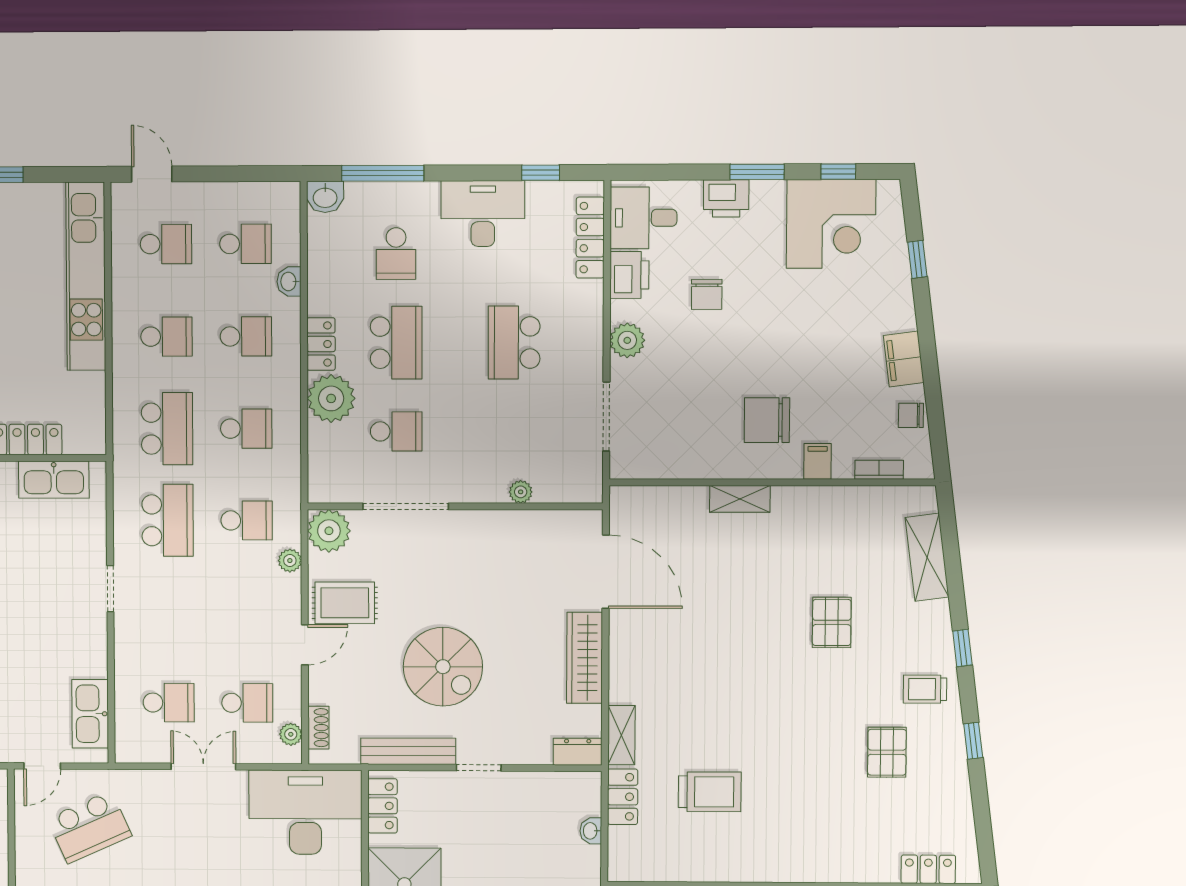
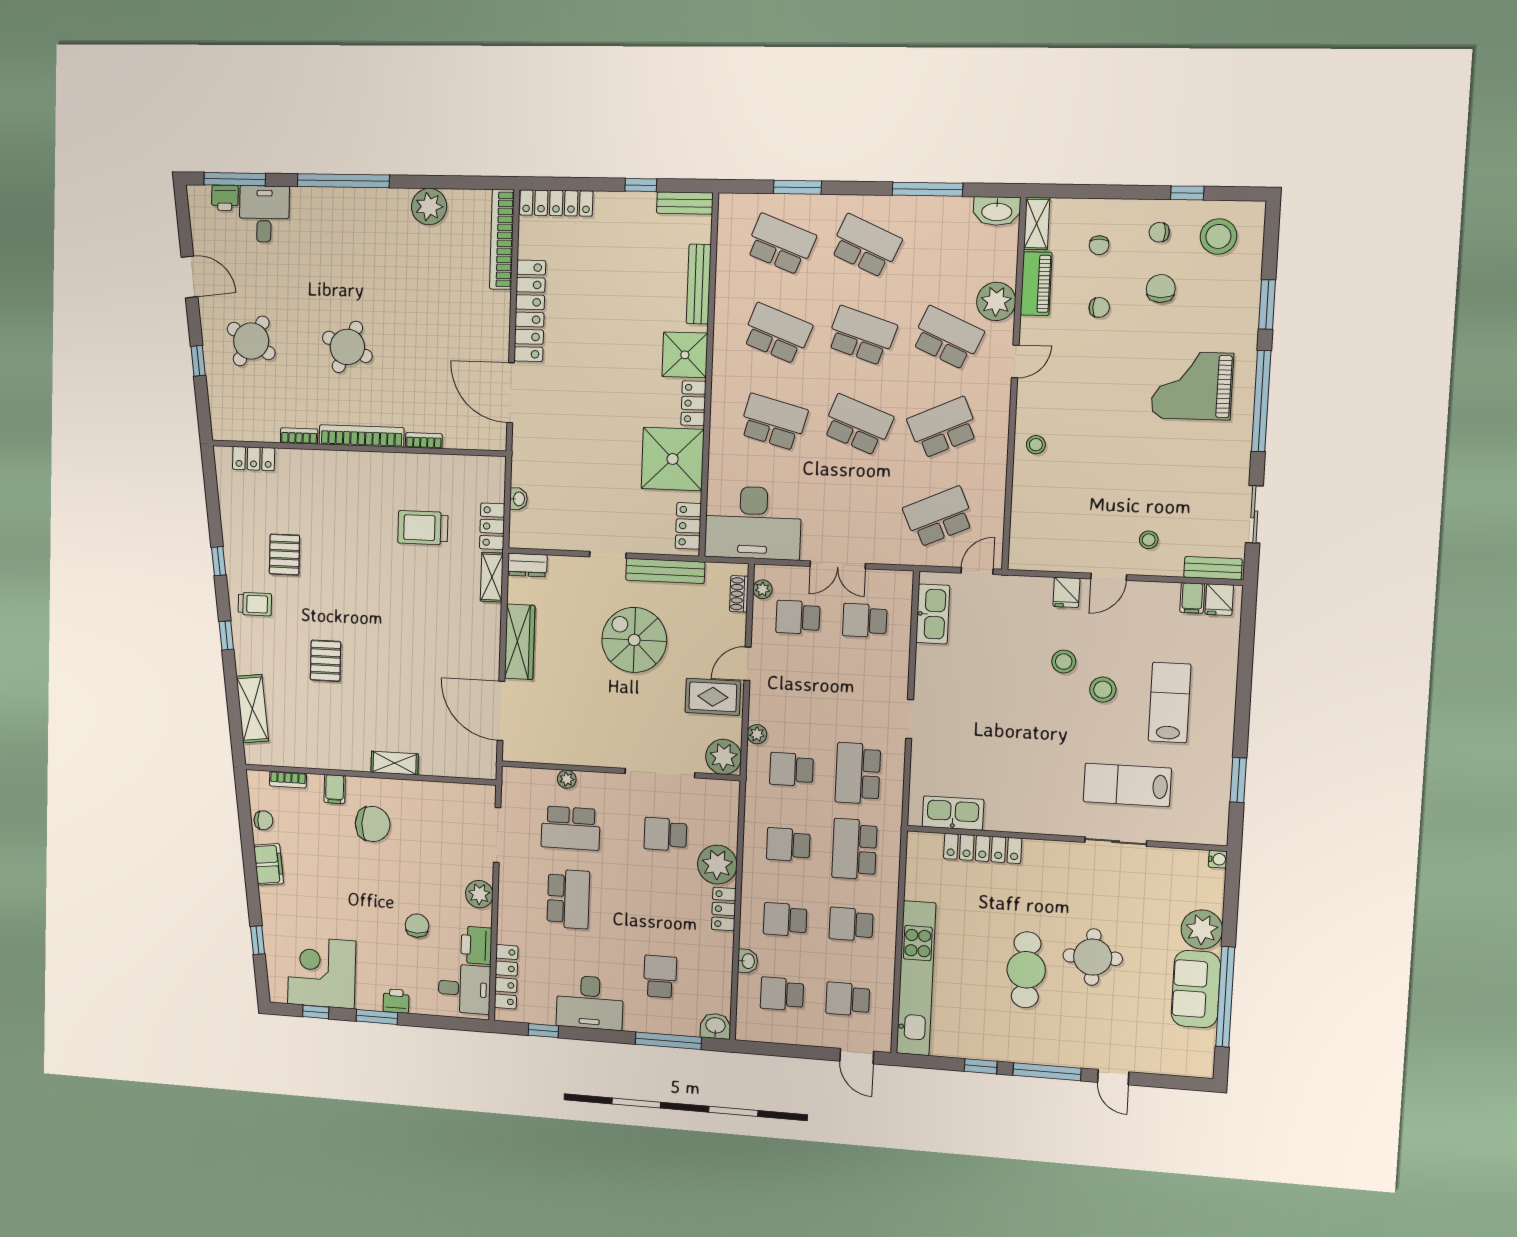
printer: (726, 198) -> (396, 1001), width x0.73, depth x0.81
school desk: (396, 343) -> (571, 828), moved, turned -90

